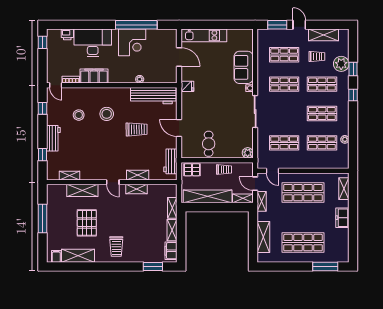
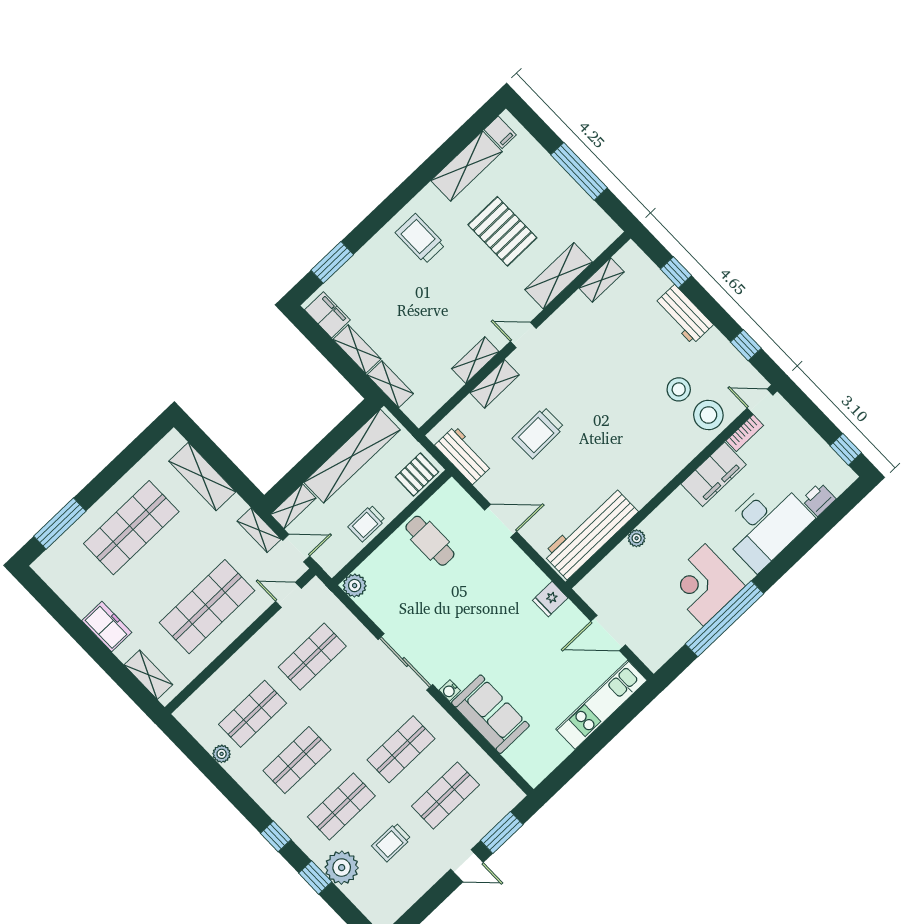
shelving: (323, 35) -> (413, 886), removed
stool: (107, 114) -> (708, 415), moved
trolley: (137, 129) -> (538, 433), moved

